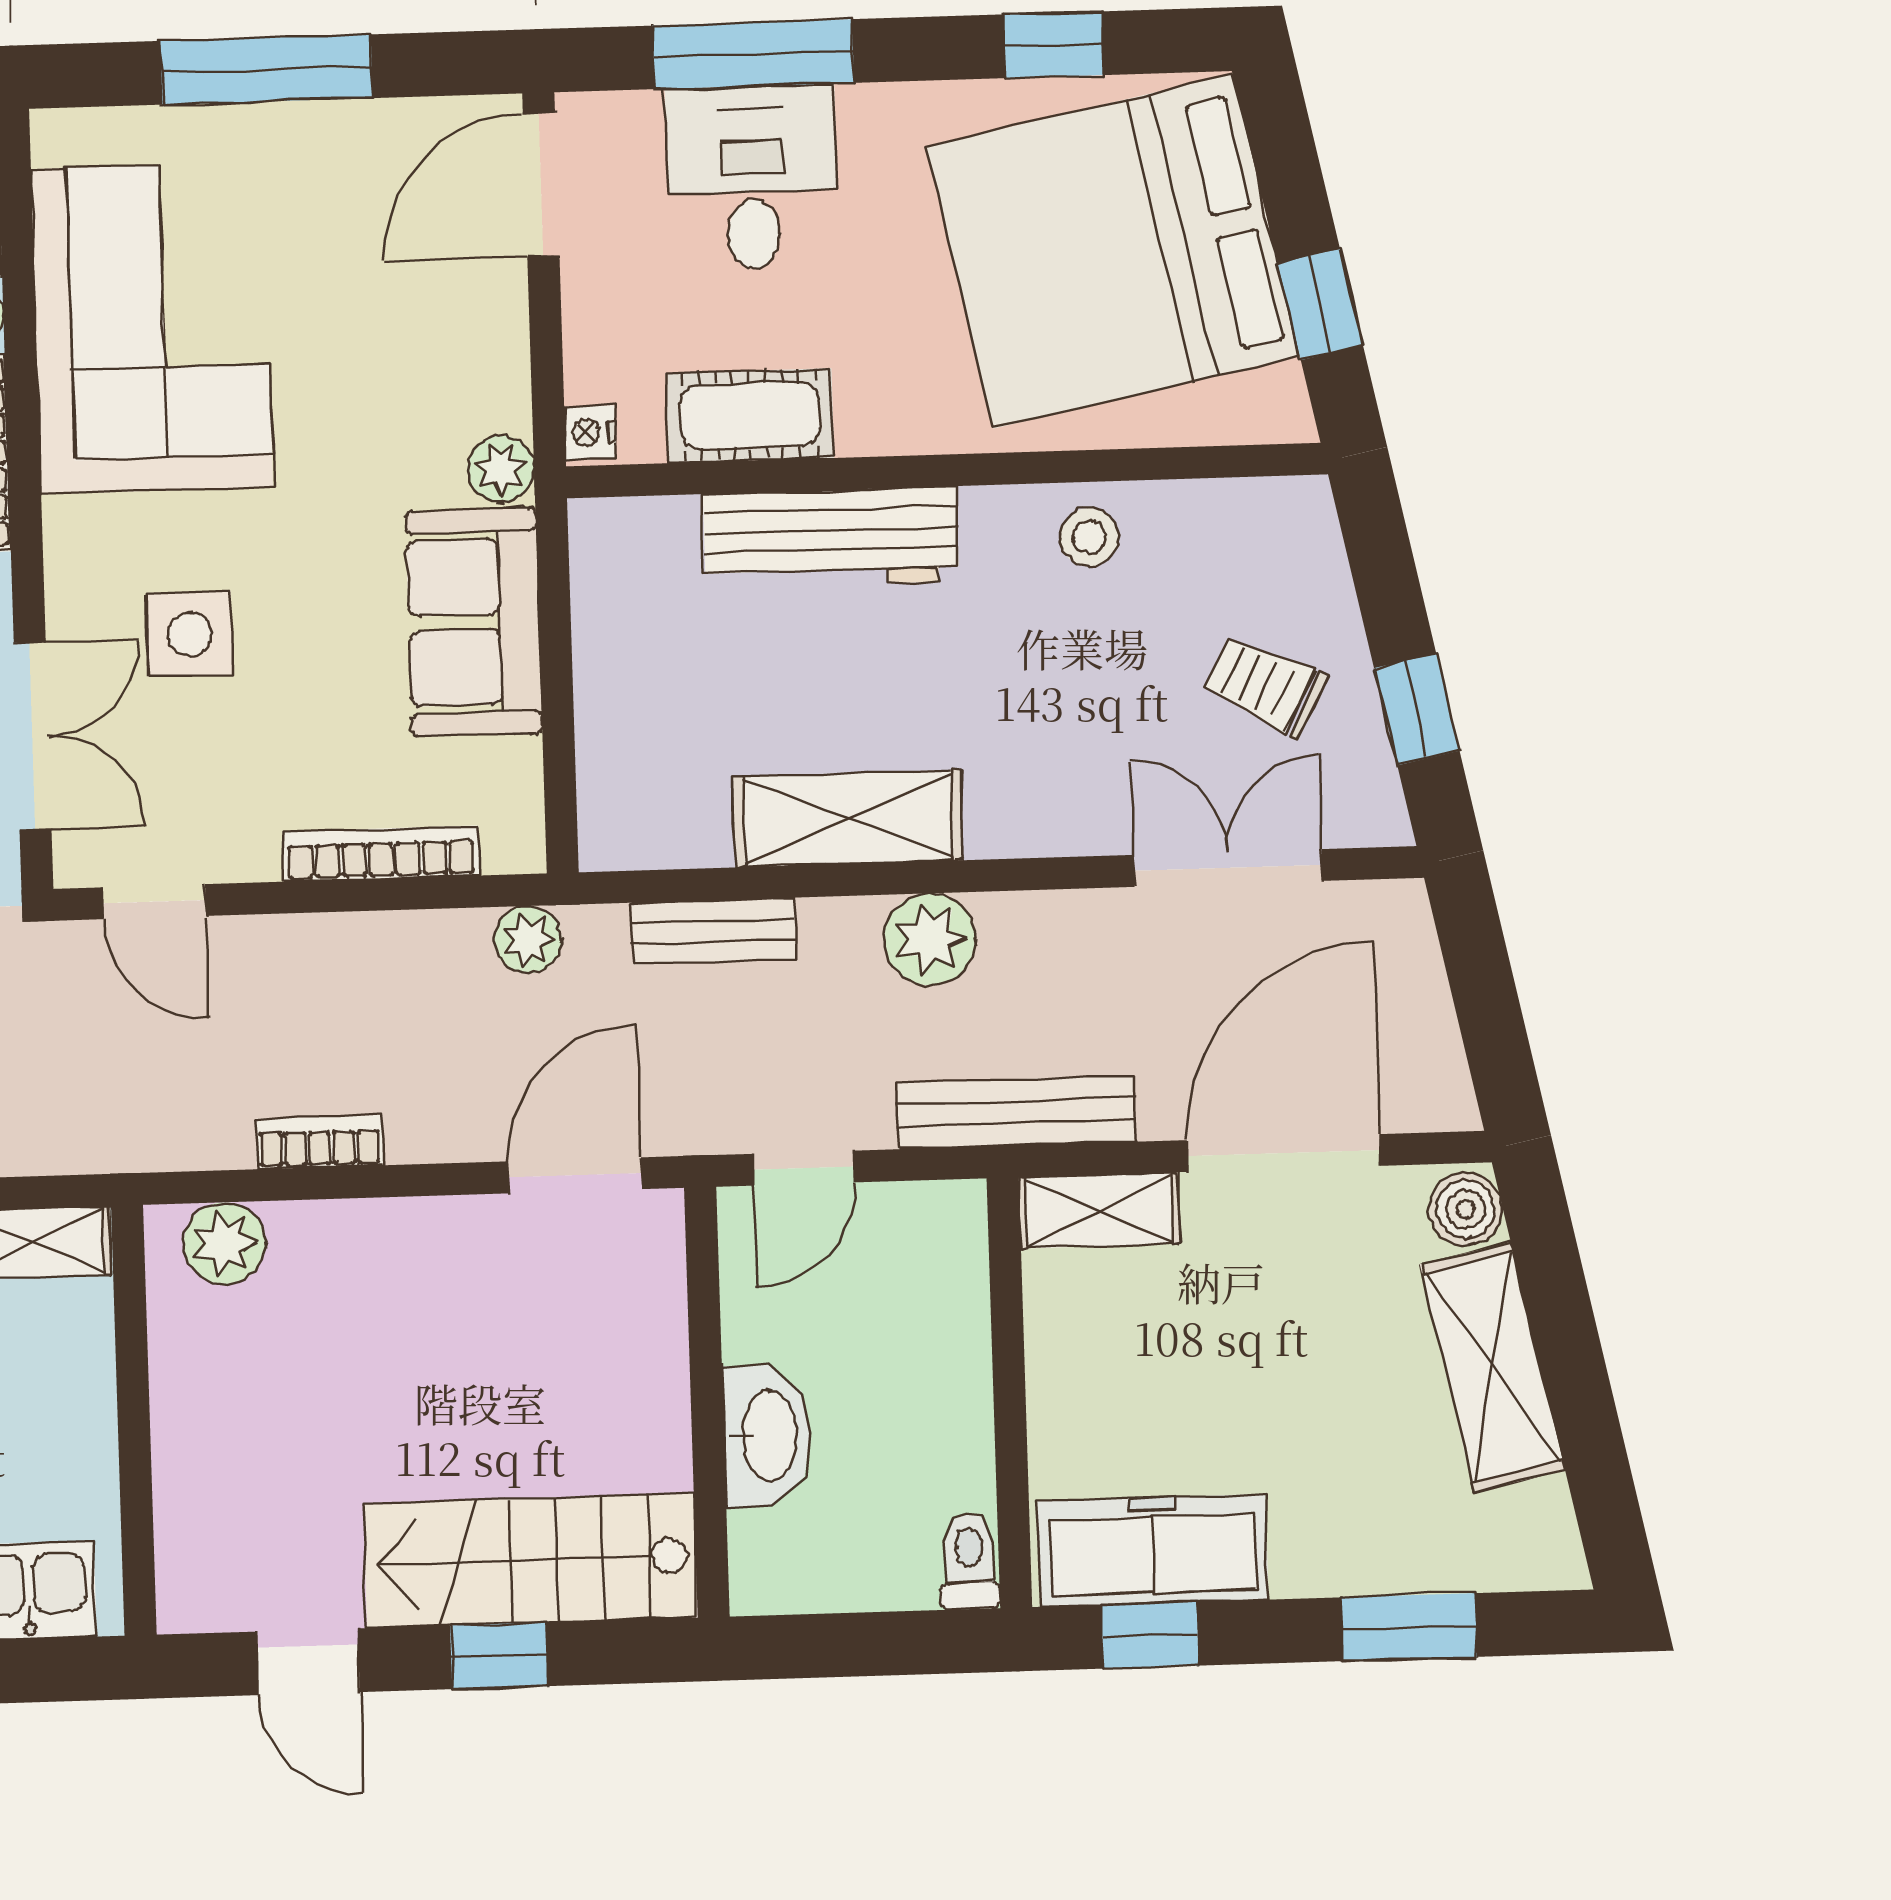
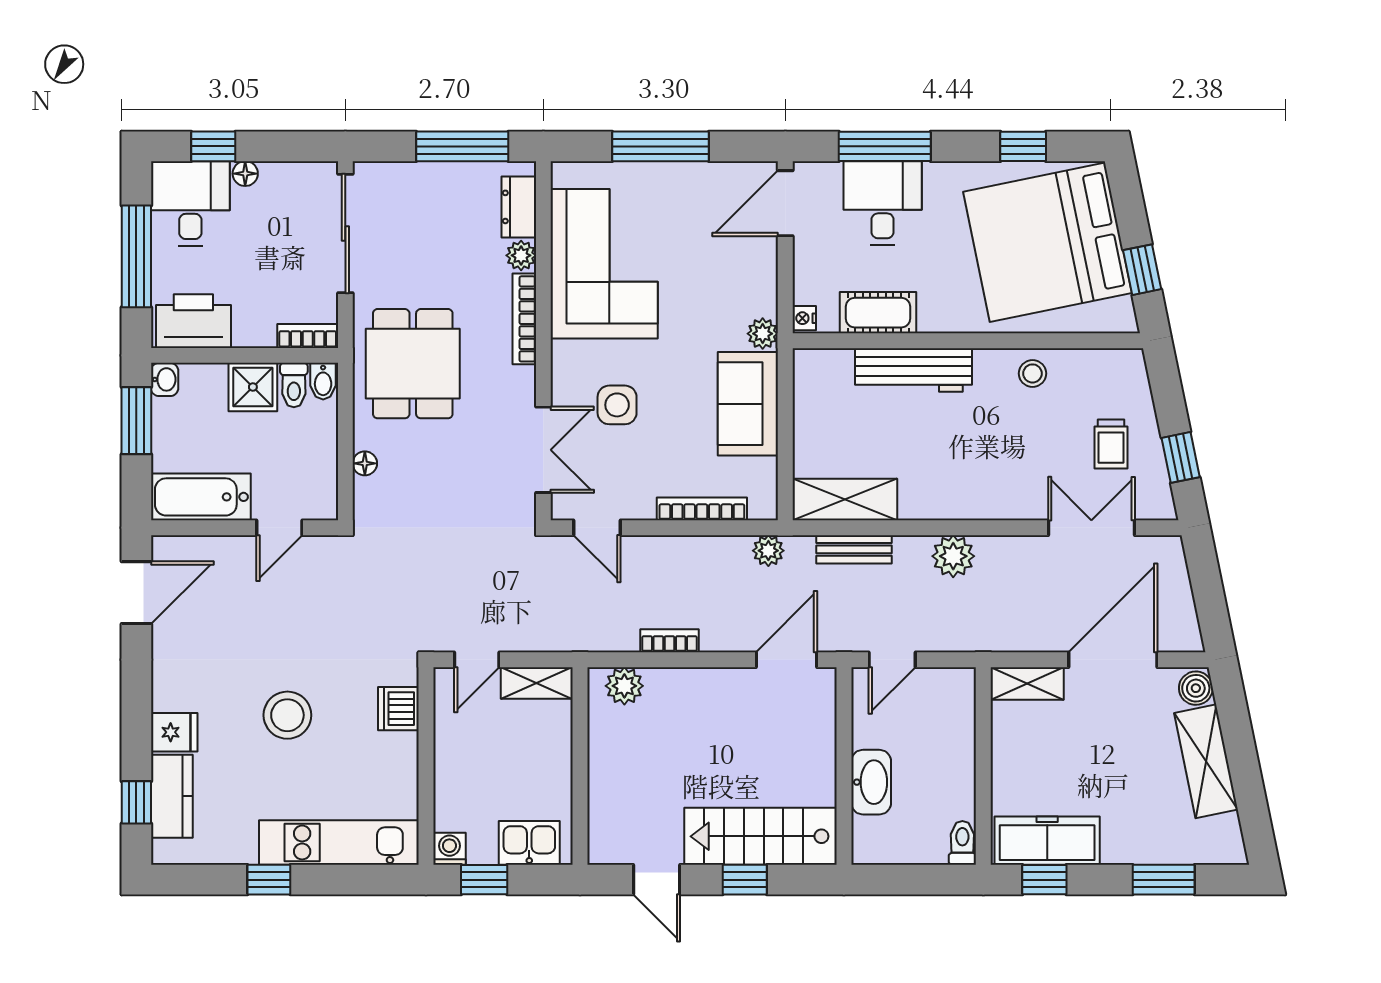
trolley: (1265, 685) -> (1111, 444), turned -117
shelving: (848, 819) -> (845, 499), moved
bench: (1016, 1112) -> (990, 637), removed

